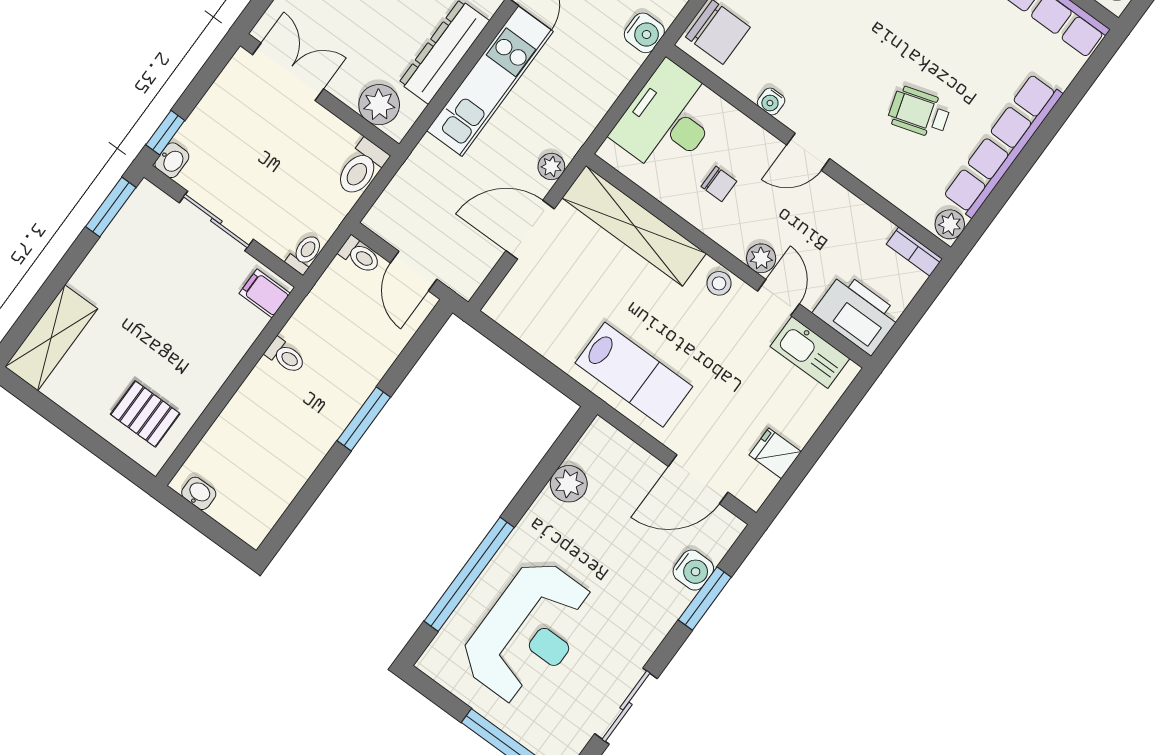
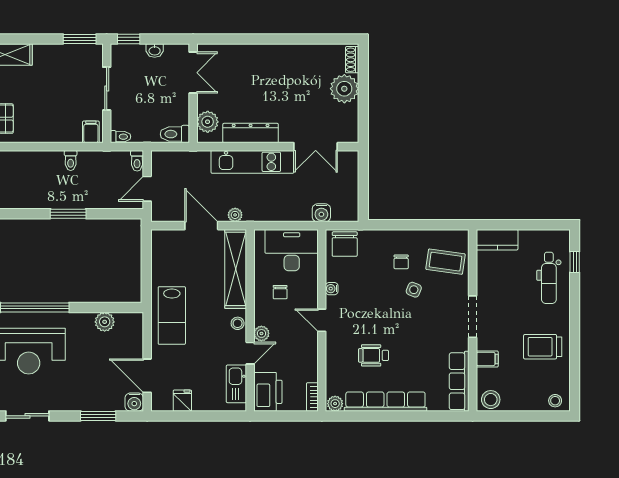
wheelchair: (919, 112) -> (373, 355), turned -73
washbasin: (172, 160) -> (155, 50), moved
water cooler: (693, 570) -> (134, 402), moved

